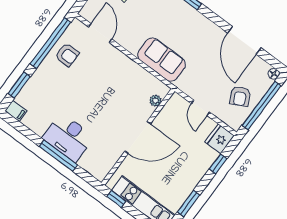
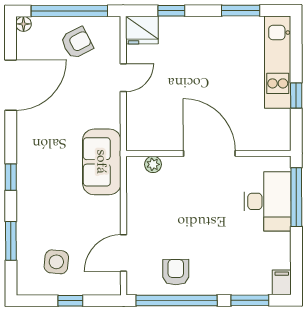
plant: (155, 101) -> (153, 164), moved
door: (138, 137) -> (209, 153), moved
wall: (138, 137) -> (208, 153), moved

